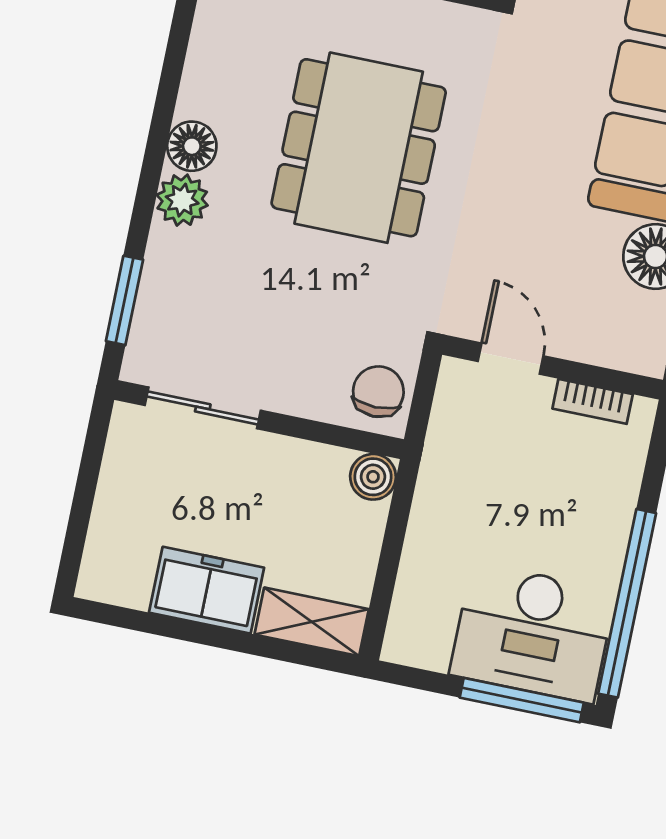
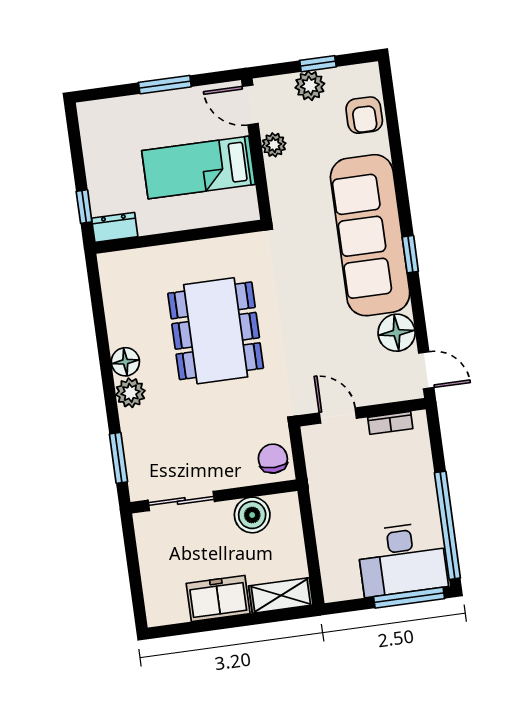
boiler: (373, 477) -> (252, 515), moved, width x1.36, depth x1.36

